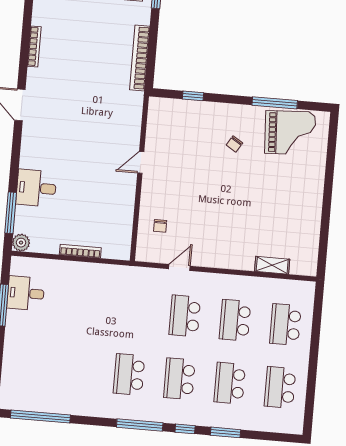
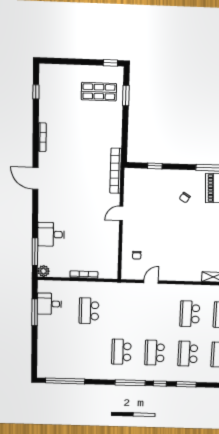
bookcase: (140, 58) -> (116, 171), moved
school desk: (185, 316) -> (89, 311), moved

